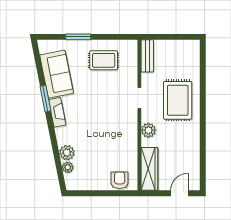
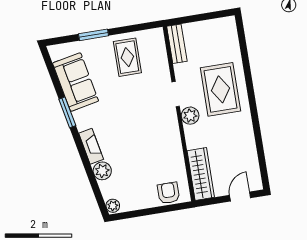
rug: (104, 60) -> (127, 57), turned 90
fireplace: (57, 112) -> (91, 146), moved
plant: (148, 130) -> (190, 116), moved
plant: (68, 167) -> (113, 206), moved

